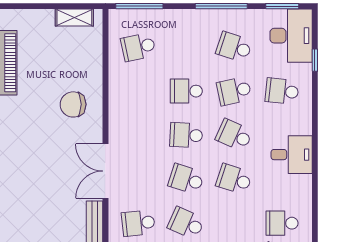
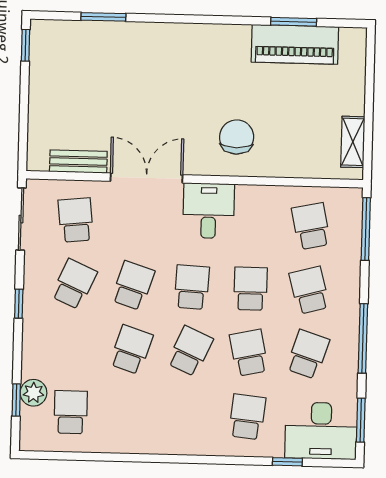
school desk: (186, 47) -> (309, 290), added
desk: (292, 155) -> (209, 211), moved, turned 180

